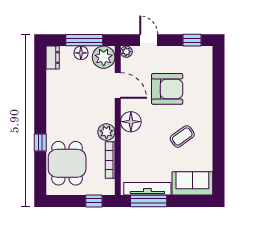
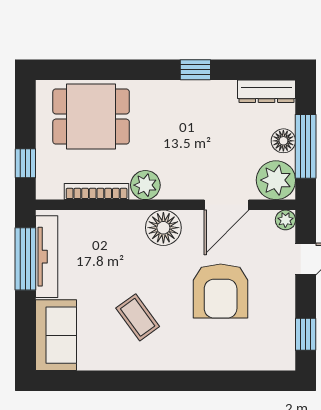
dresser: (53, 58) -> (267, 91), width x1.44
window: (40, 142) -> (195, 70), moved

